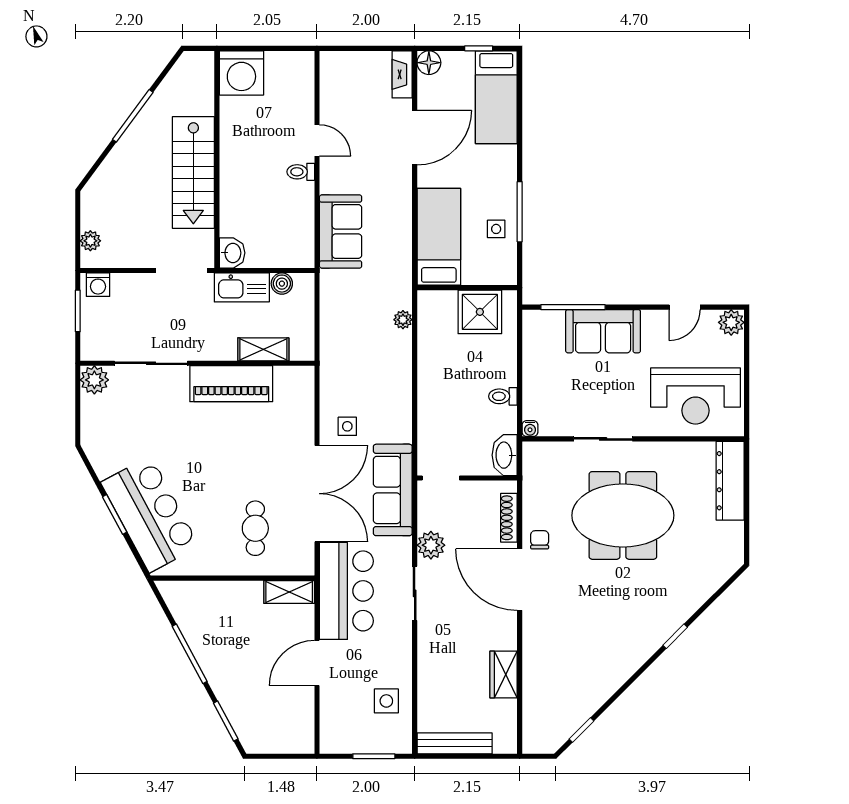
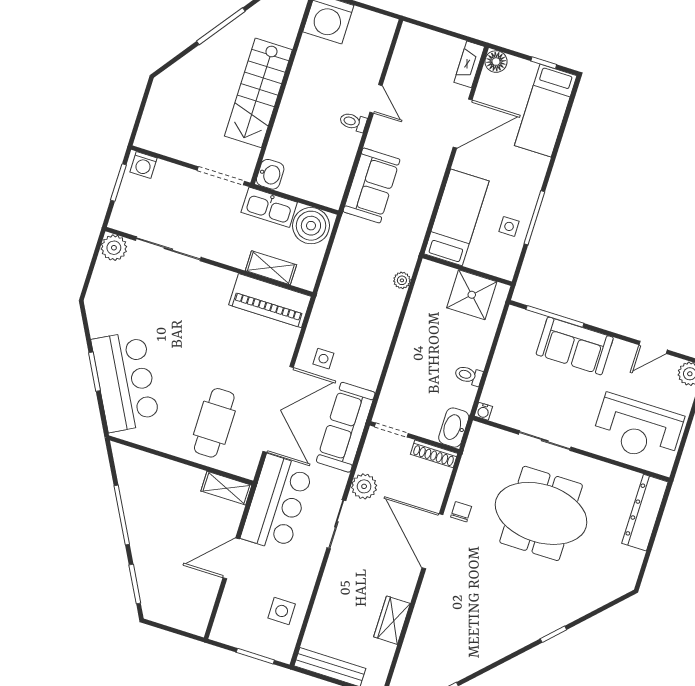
plant: (90, 241) -> (149, 124), removed
boiler: (282, 284) -> (311, 226), width x1.86, depth x1.86
piano: (231, 384) -> (270, 301), moved
shoe rack: (509, 518) -> (434, 454), moved, turned -90
cafe table: (255, 528) -> (214, 423), width x1.37, depth x1.35

